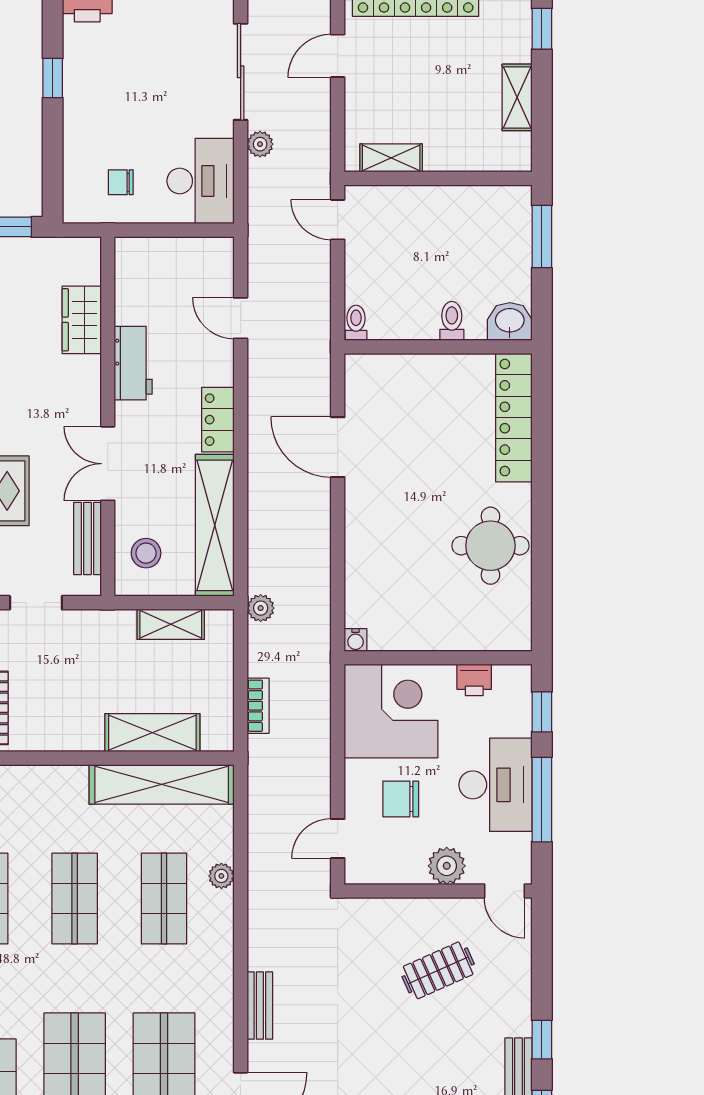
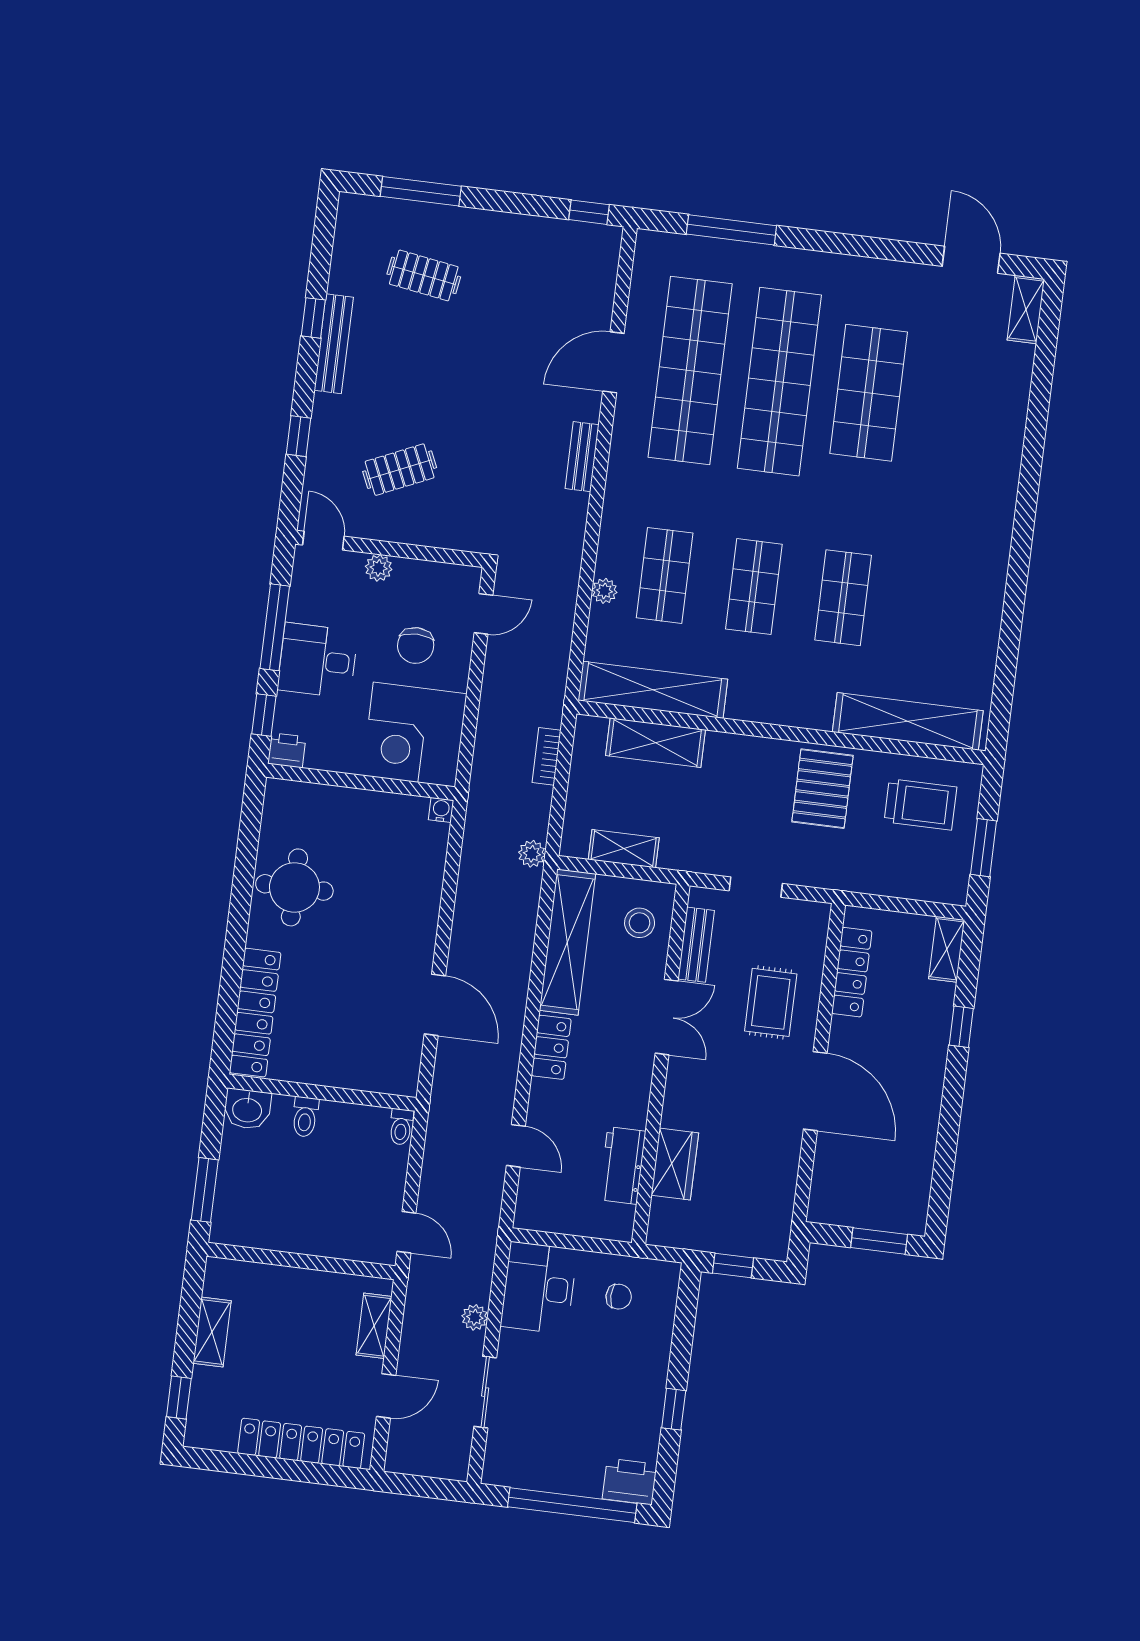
sliding door: (241, 72) -> (485, 1392), width x0.73
shelving: (391, 158) -> (374, 1326), moved, turned 90
workbench: (133, 363) -> (622, 1166), moved
printer: (474, 680) -> (287, 750), moved
desk: (495, 785) -> (318, 660), width x0.73
chair: (401, 799) -> (416, 646), turned 90
plant: (447, 866) -> (379, 568), width x0.73, depth x0.73
window: (542, 1040) -> (299, 436), moved

